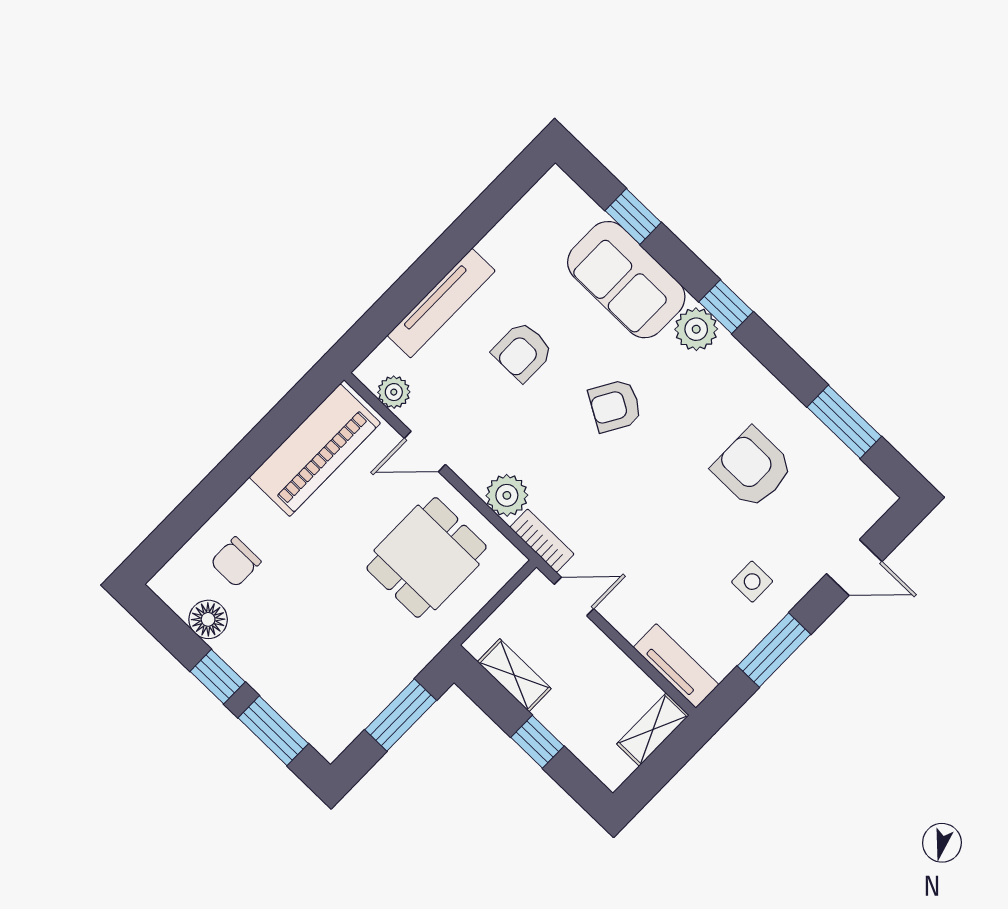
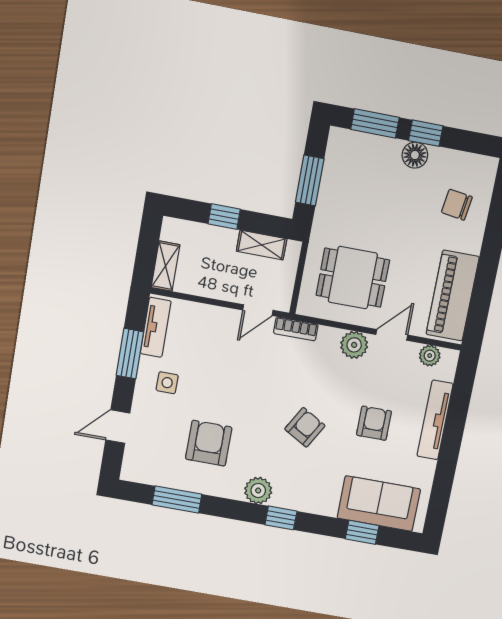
sofa: (626, 280) -> (379, 504), moved
plant: (696, 329) -> (258, 491), moved
armchair: (753, 468) -> (209, 443), turned -90
plant: (507, 495) -> (354, 345), moved
dining table: (427, 557) -> (353, 278), turned 90
chair: (236, 562) -> (457, 205), turned -82
floor lamp: (208, 619) -> (415, 155), moved
tv unit: (676, 666) -> (156, 327), moved, turned -90

